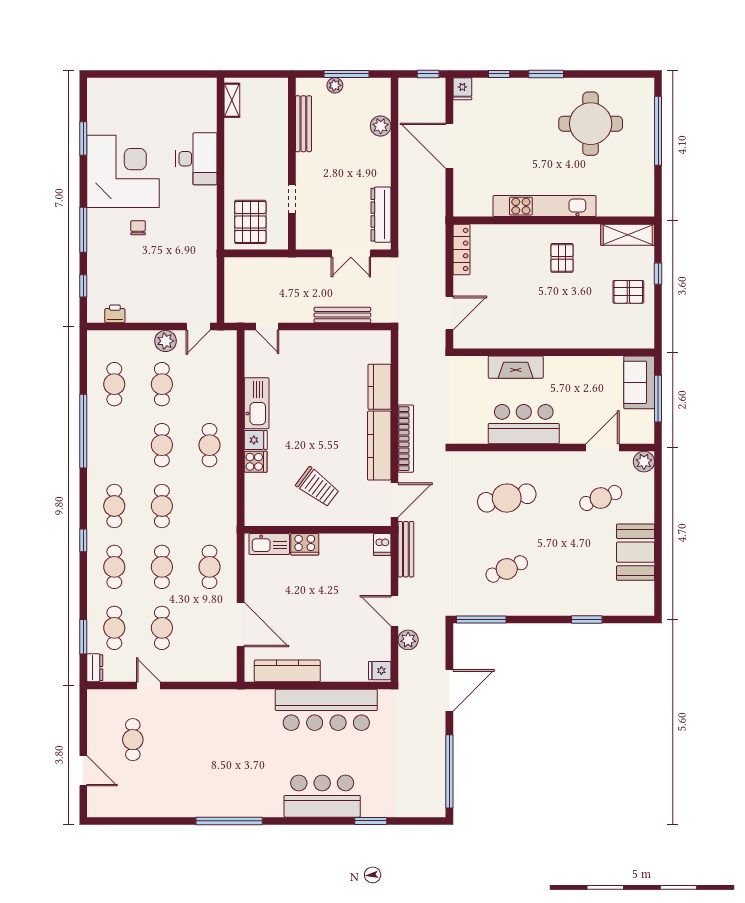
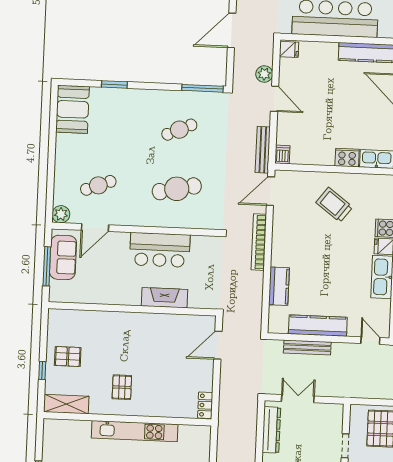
locker: (461, 249) -> (205, 405), width x0.66
sofa: (639, 382) -> (63, 257), moved
kitchen counter: (379, 446) -> (318, 326), moved, turned -90
booth: (635, 552) -> (73, 109), moved

